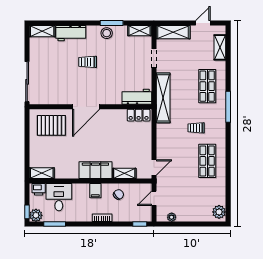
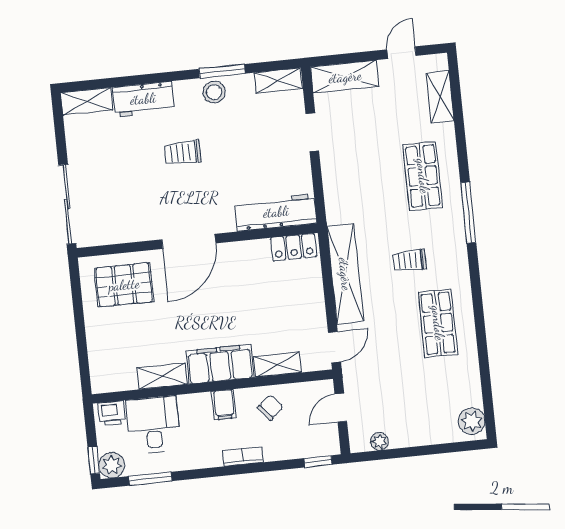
workbench: (137, 97) -> (276, 212), width x1.38
shelving: (163, 98) -> (345, 274), moved
shelving: (42, 173) -> (162, 376), moved

